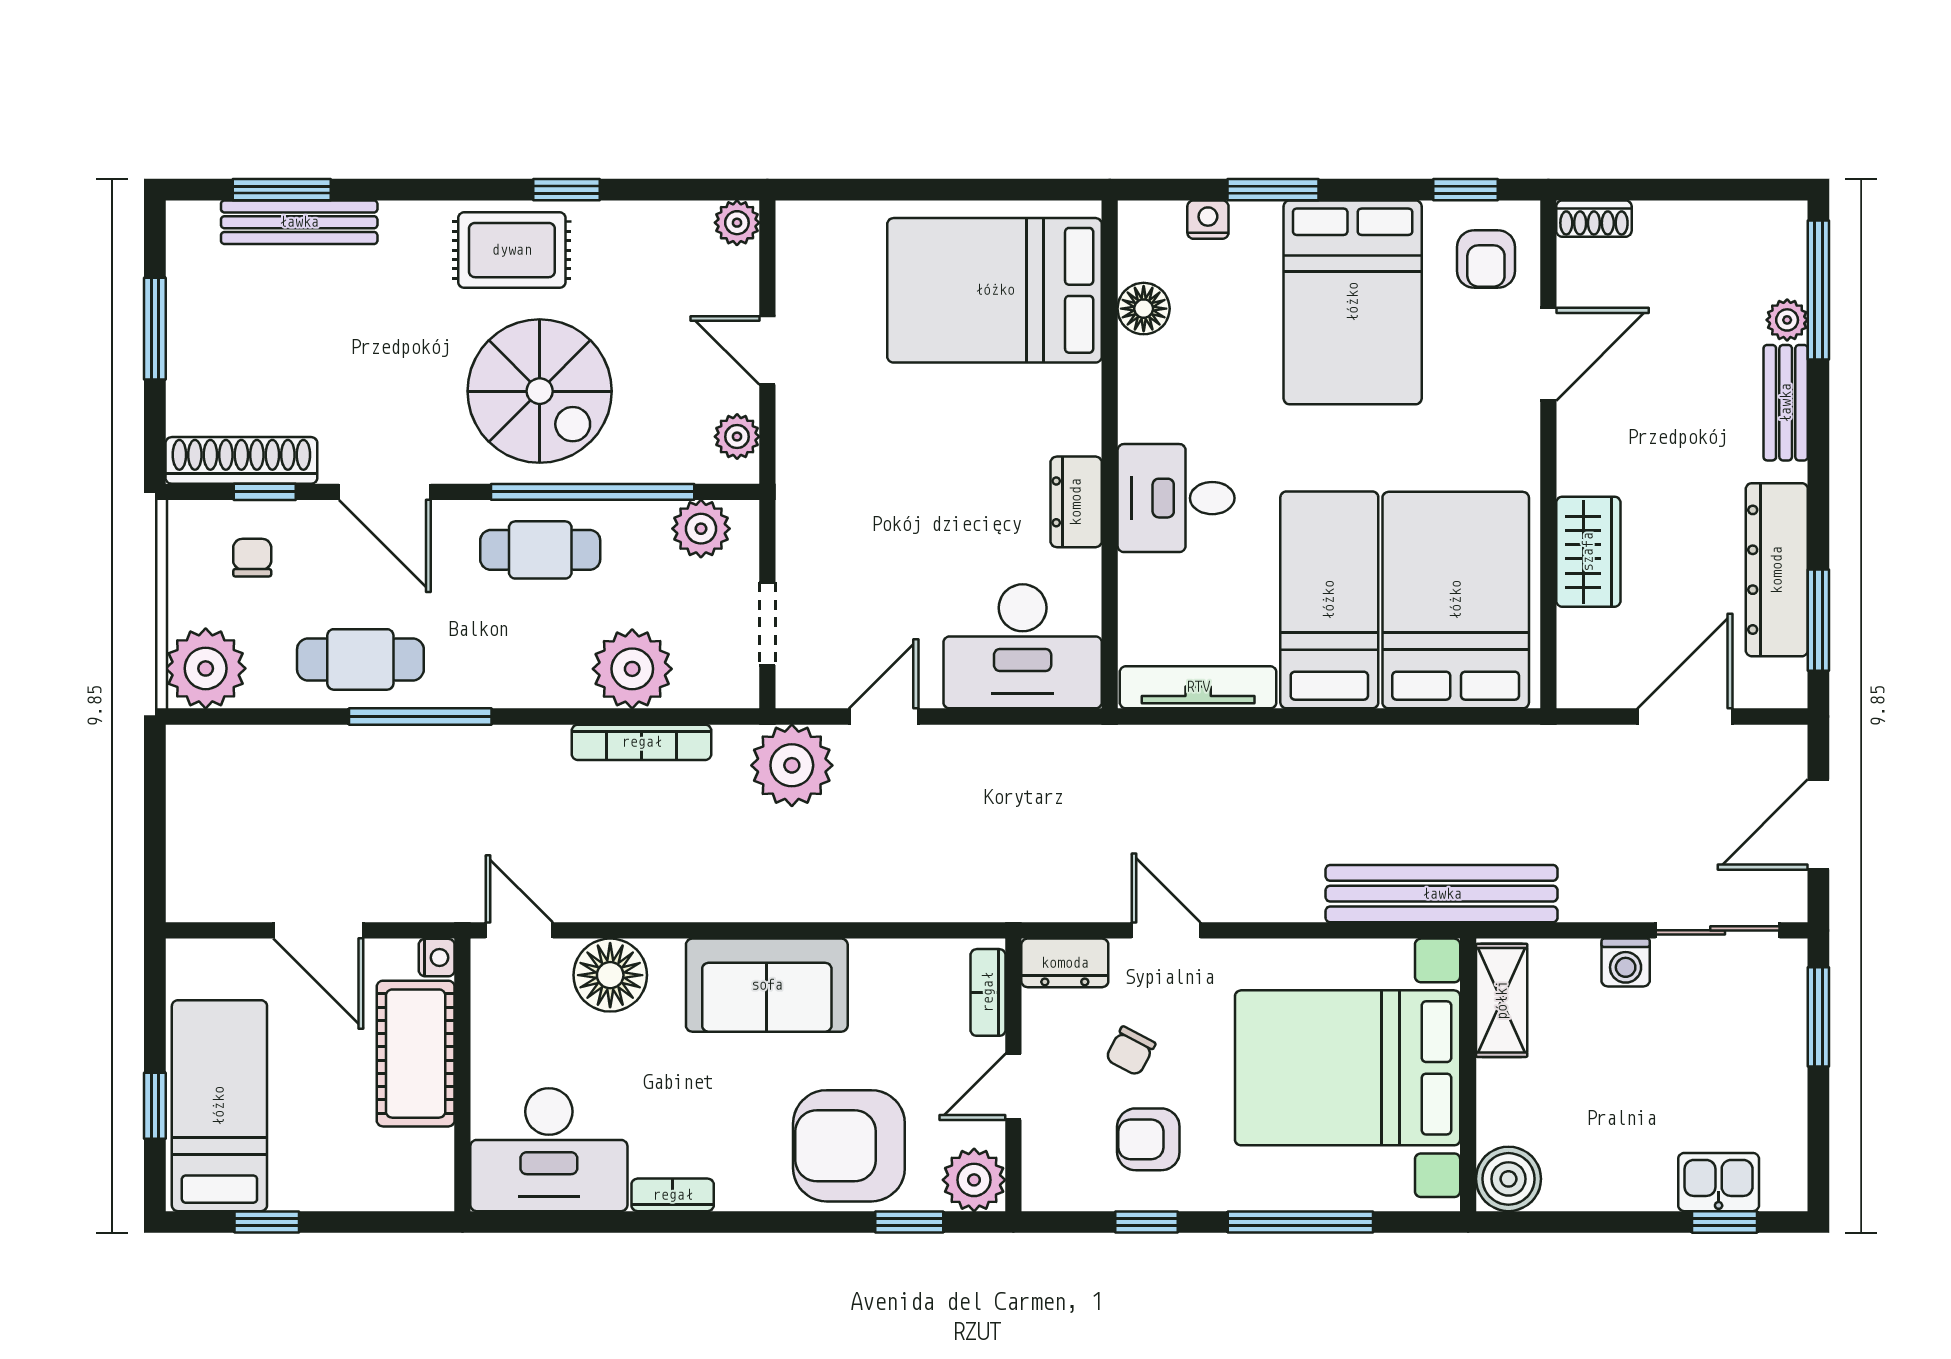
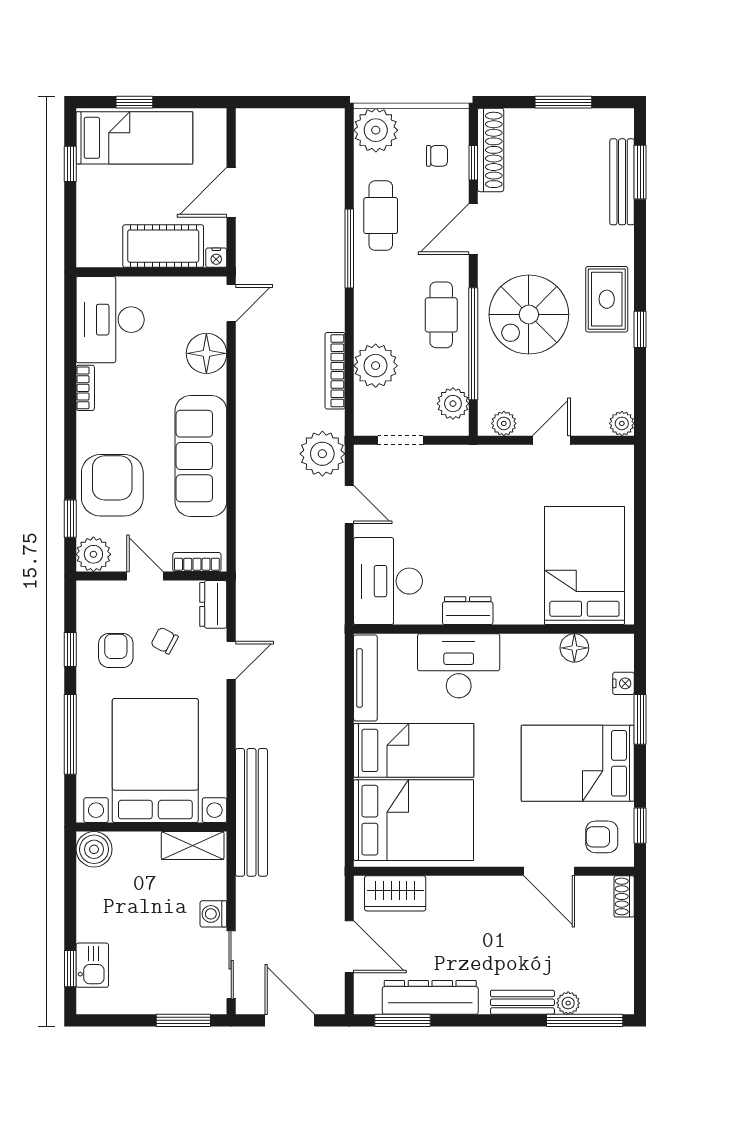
desk: (1176, 498) -> (459, 666), width x1.37
wardrobe: (1588, 552) -> (395, 893), moved
sofa: (767, 985) -> (201, 456), width x1.36

